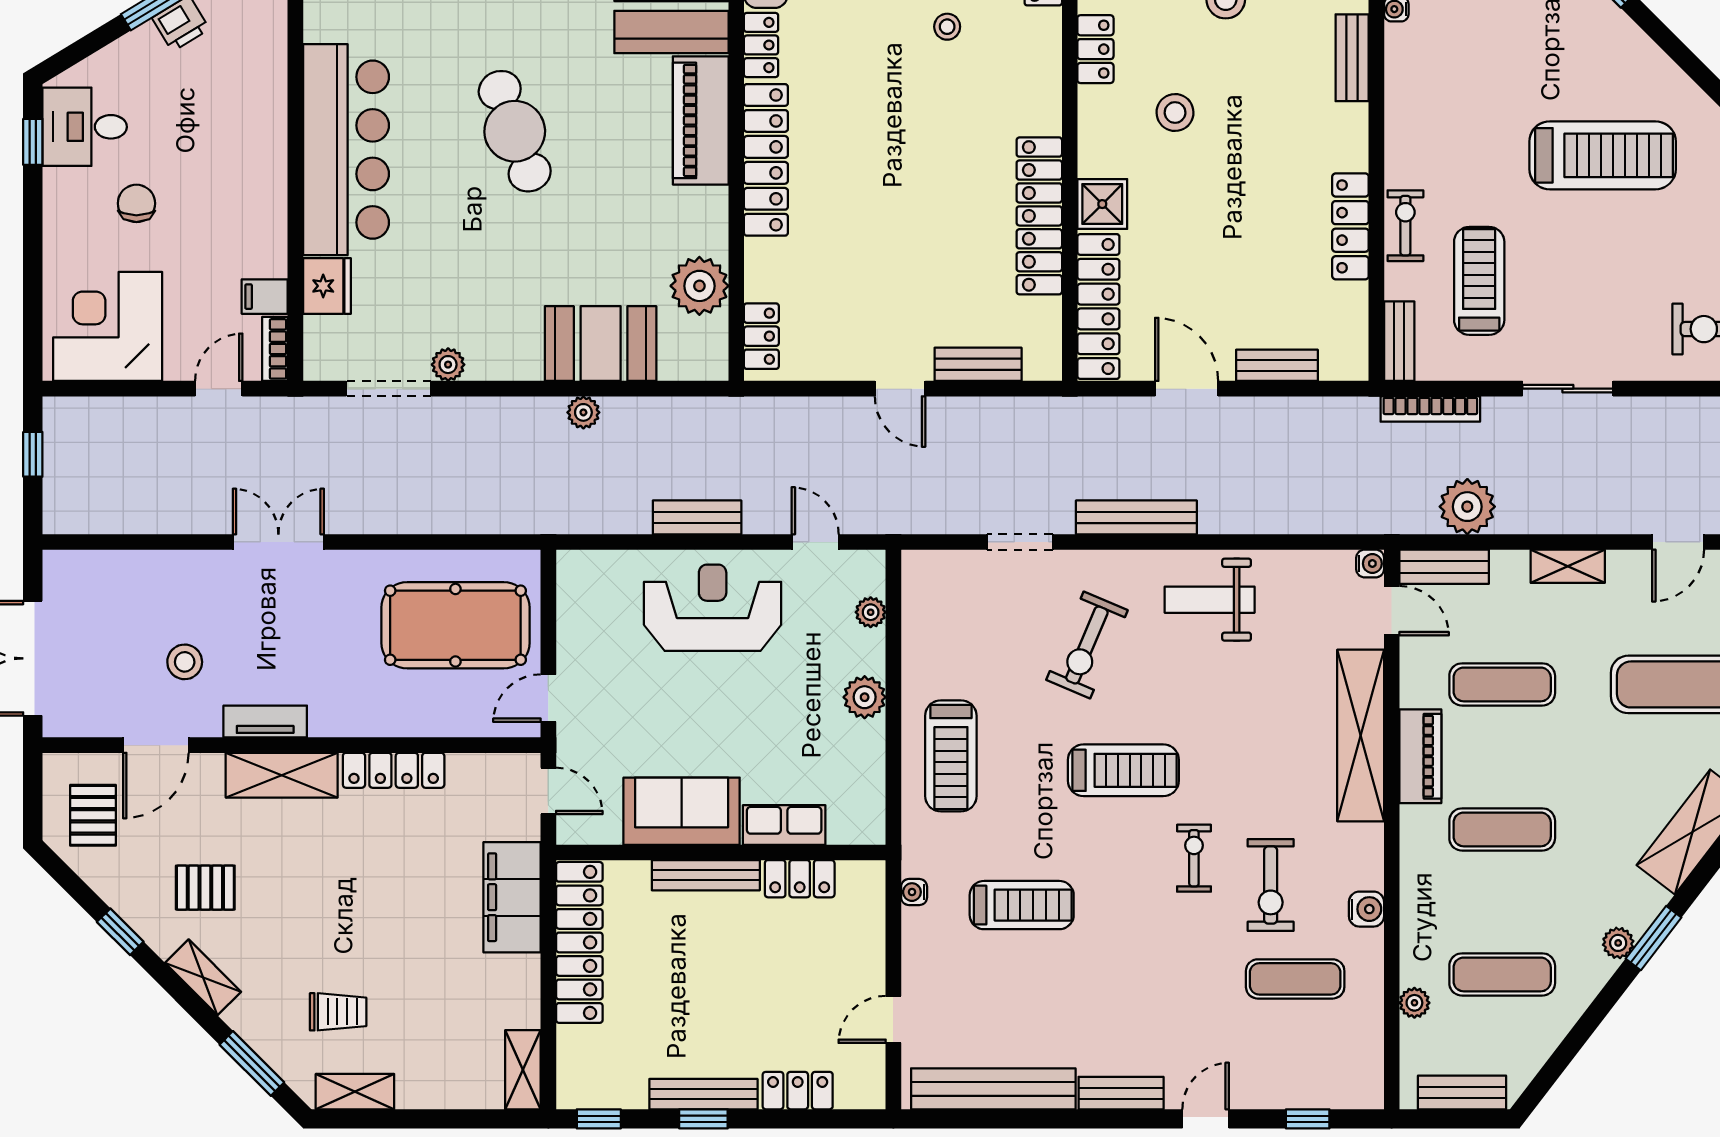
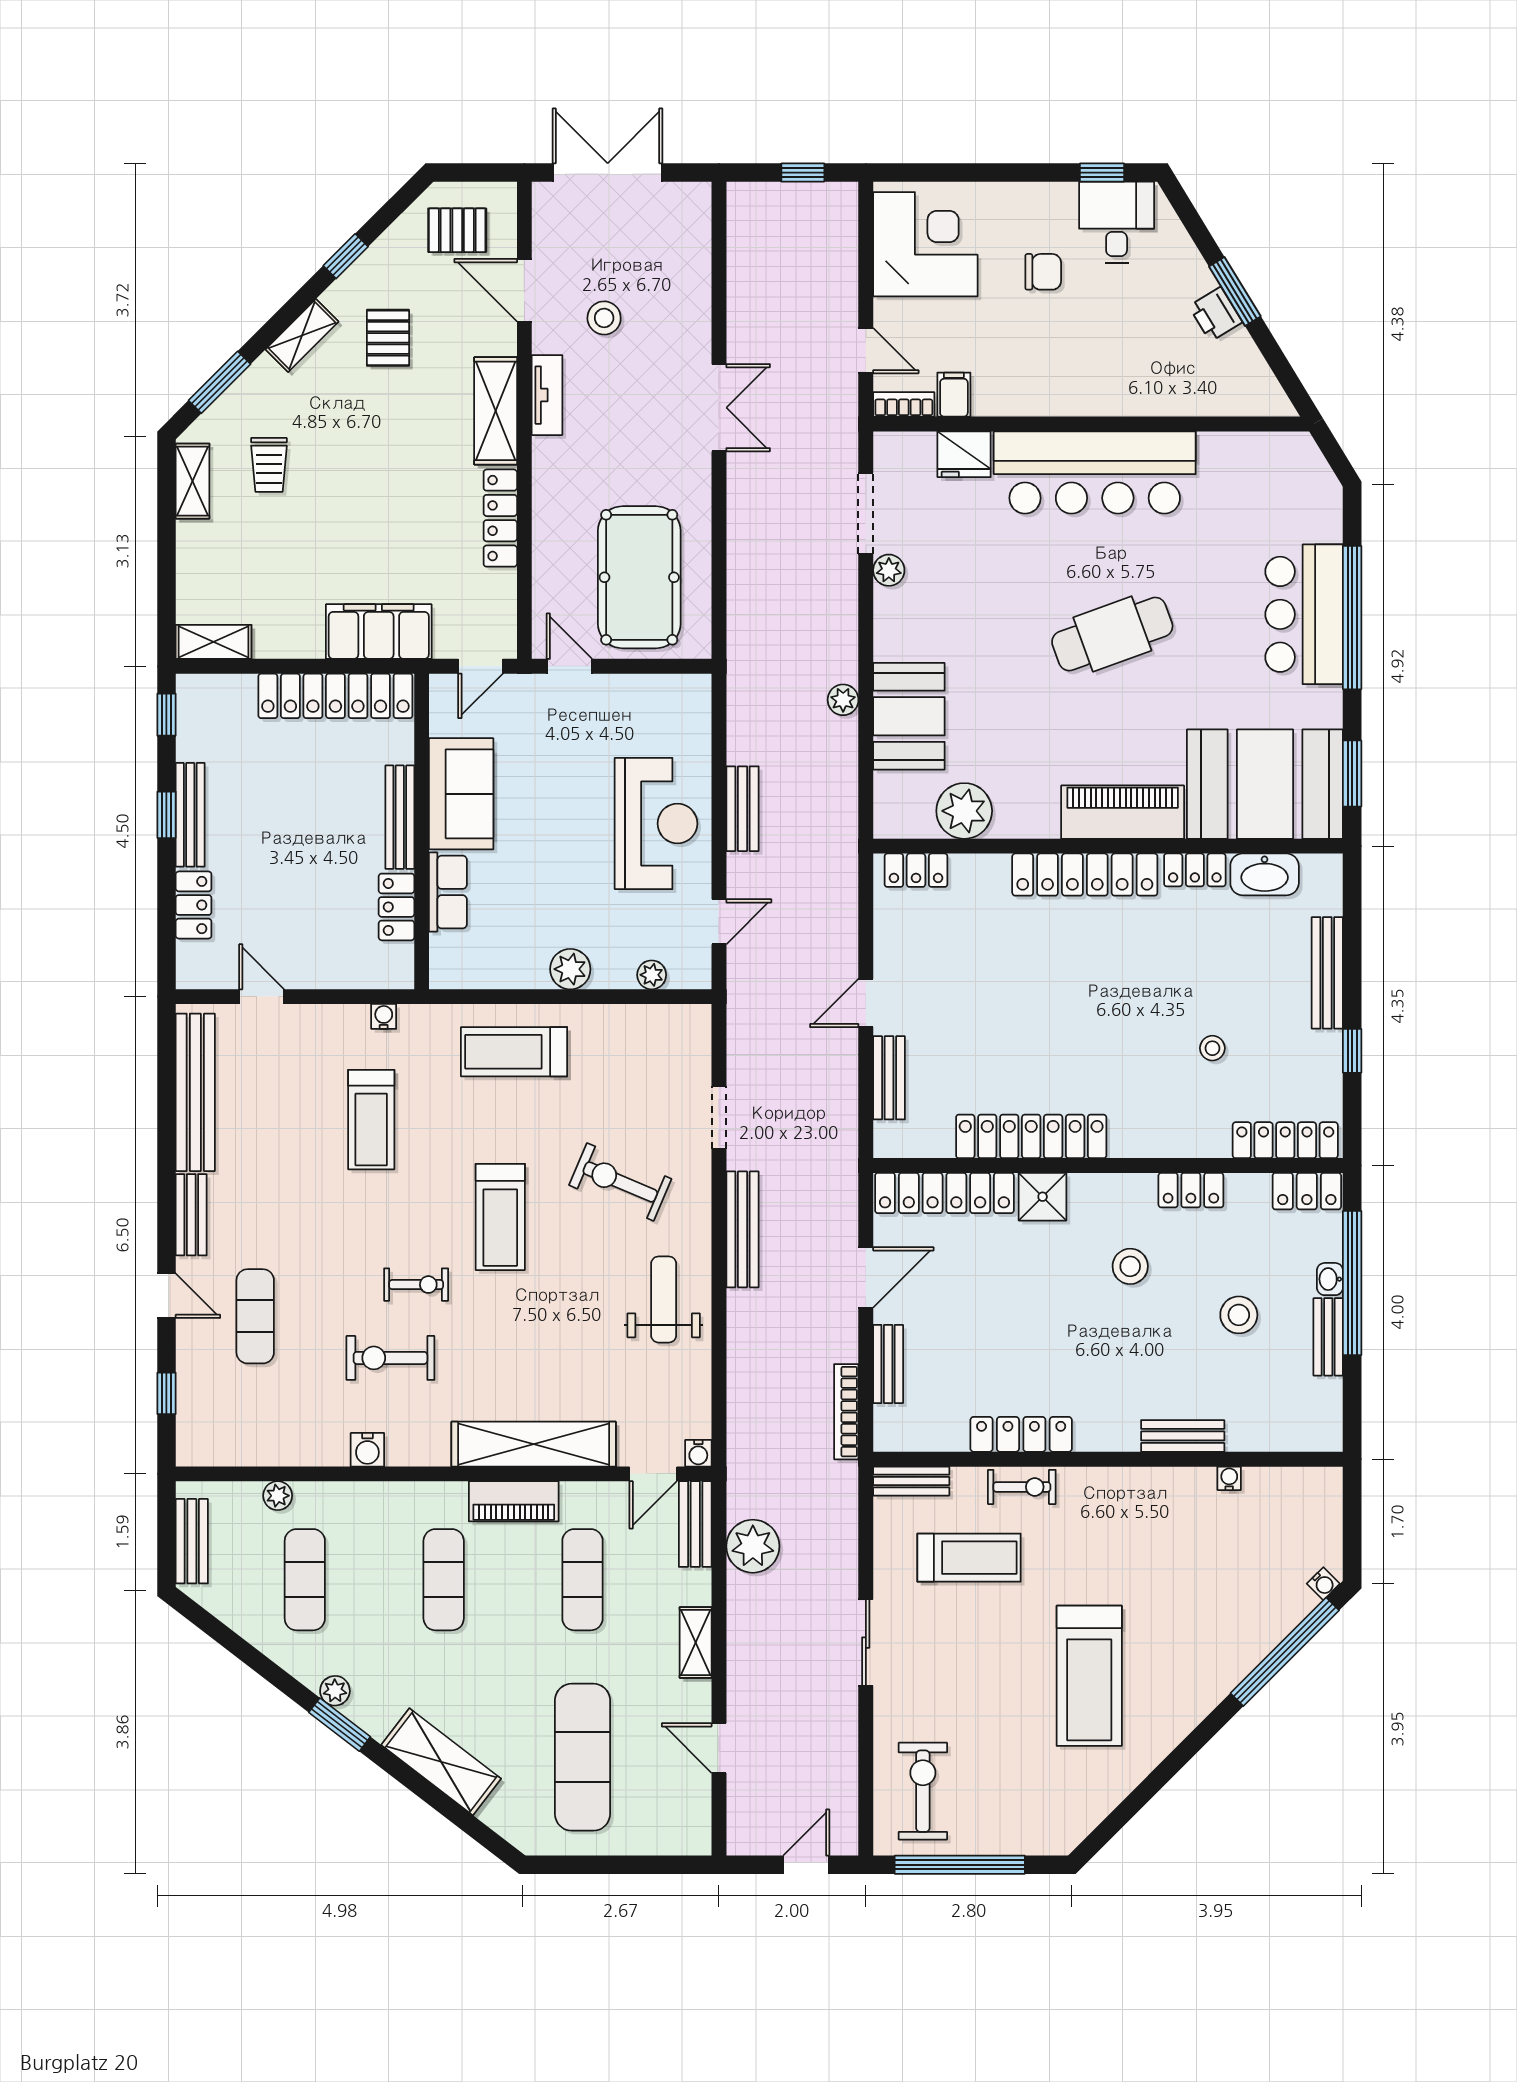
bookcase: (1430, 409) -> (846, 1412), moved
exercise mat: (1295, 979) -> (255, 1316), moved

